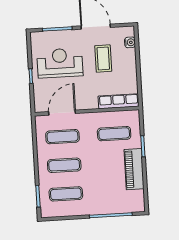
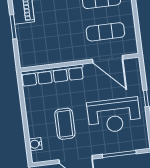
row of seats: (119, 101) -> (52, 75), width x1.36
door: (62, 113) -> (108, 59), hinge flipped
exercise mat: (114, 134) -> (47, 39), removed

